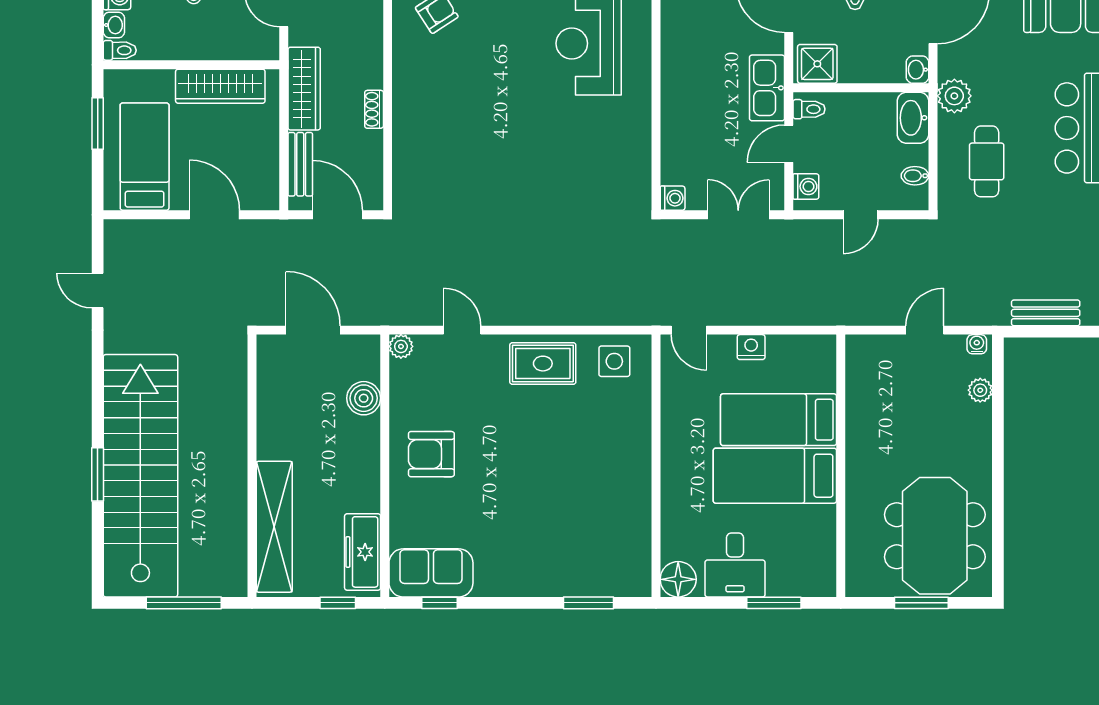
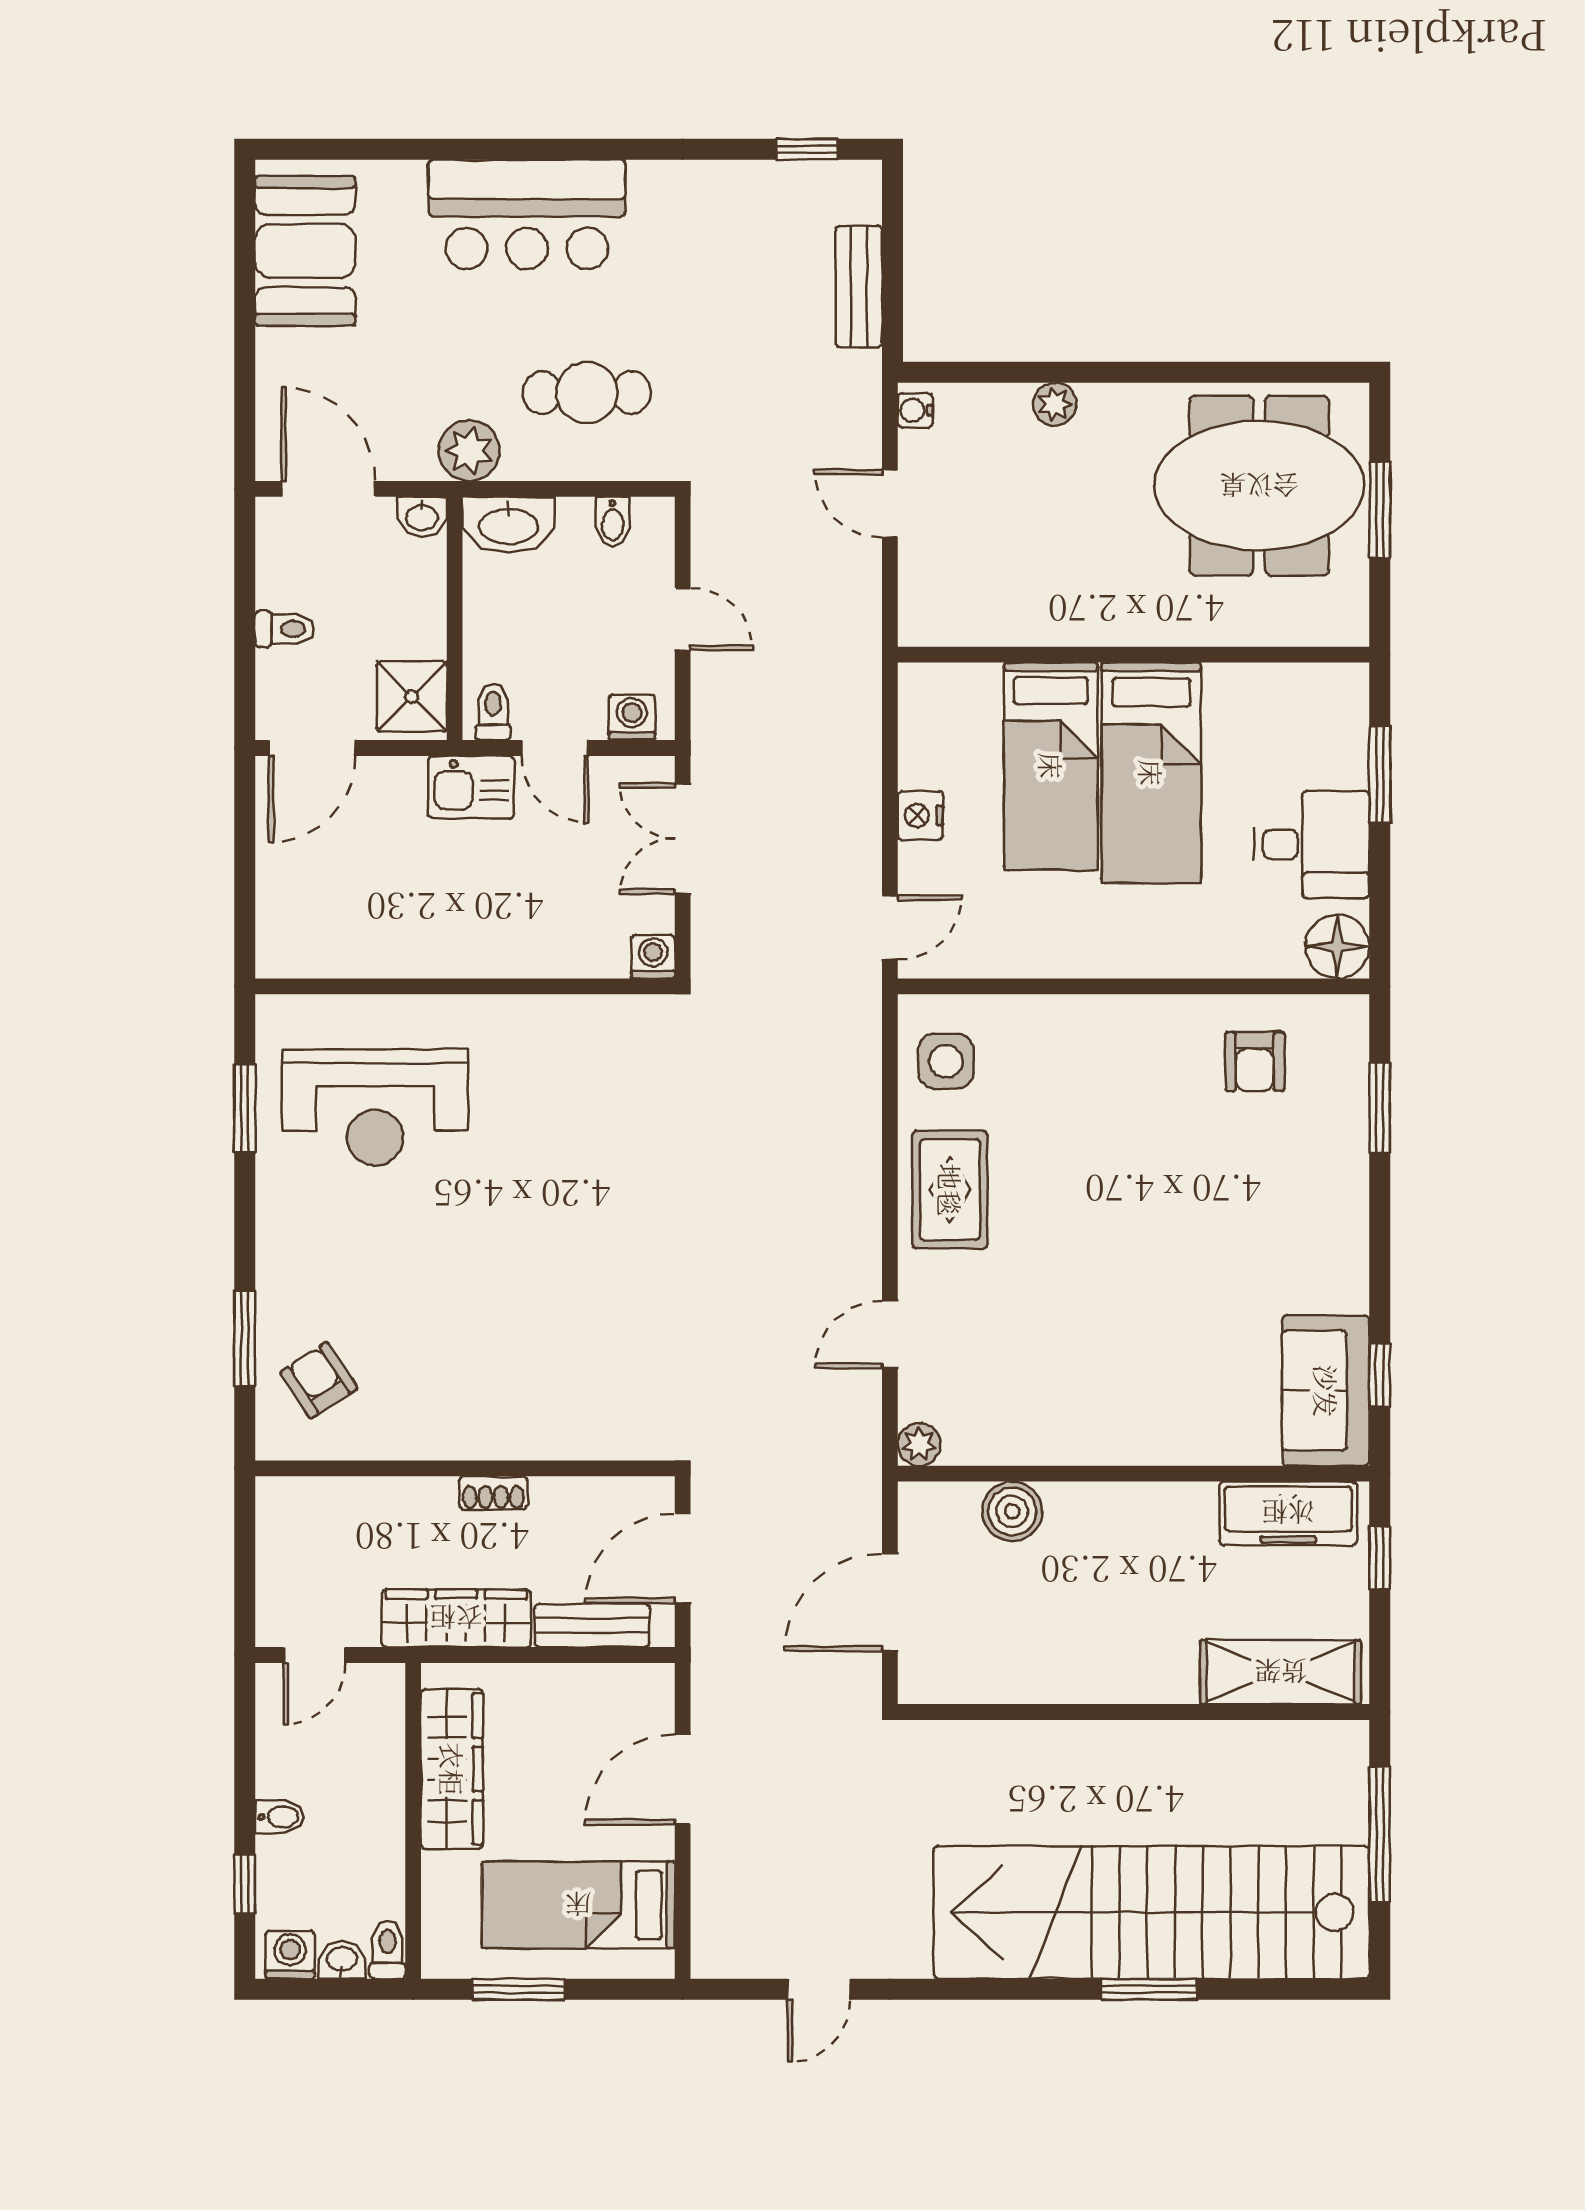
kitchen sink: (767, 88) -> (471, 787), width x0.73
plant: (980, 390) -> (1055, 404), moved
armchair: (431, 454) -> (1255, 1062), moved, width x0.72, depth x0.72
shelving: (274, 527) -> (1281, 1672), width x0.68

